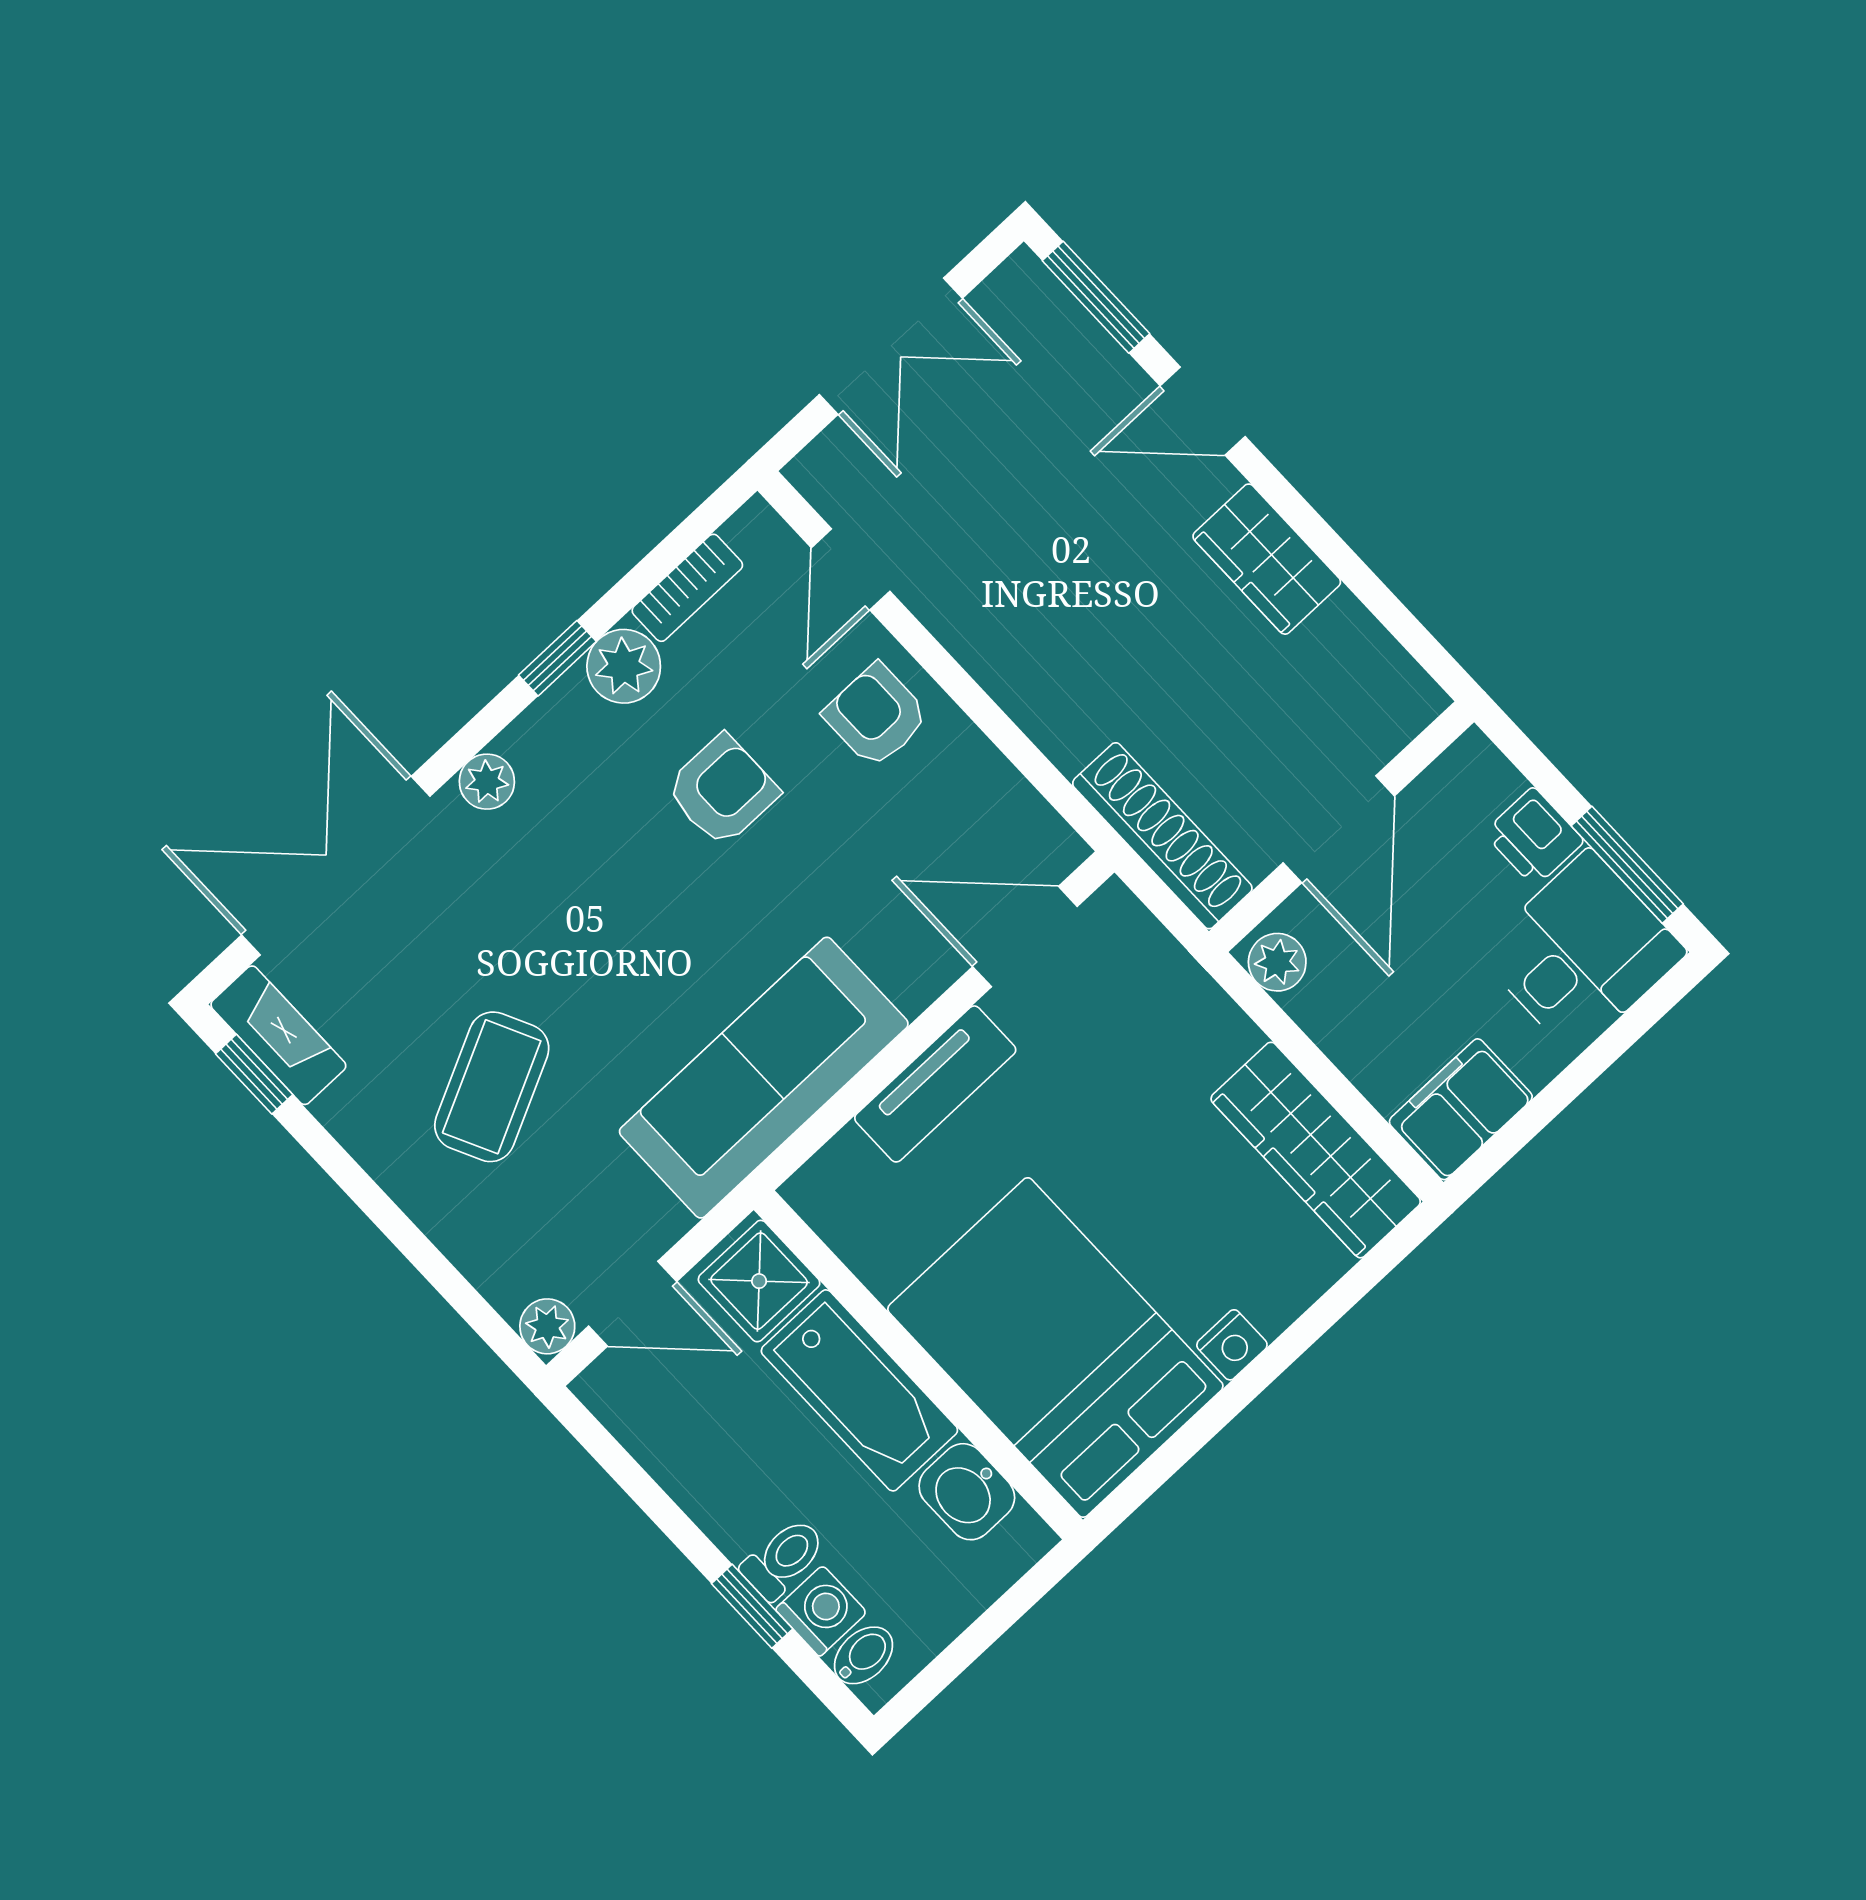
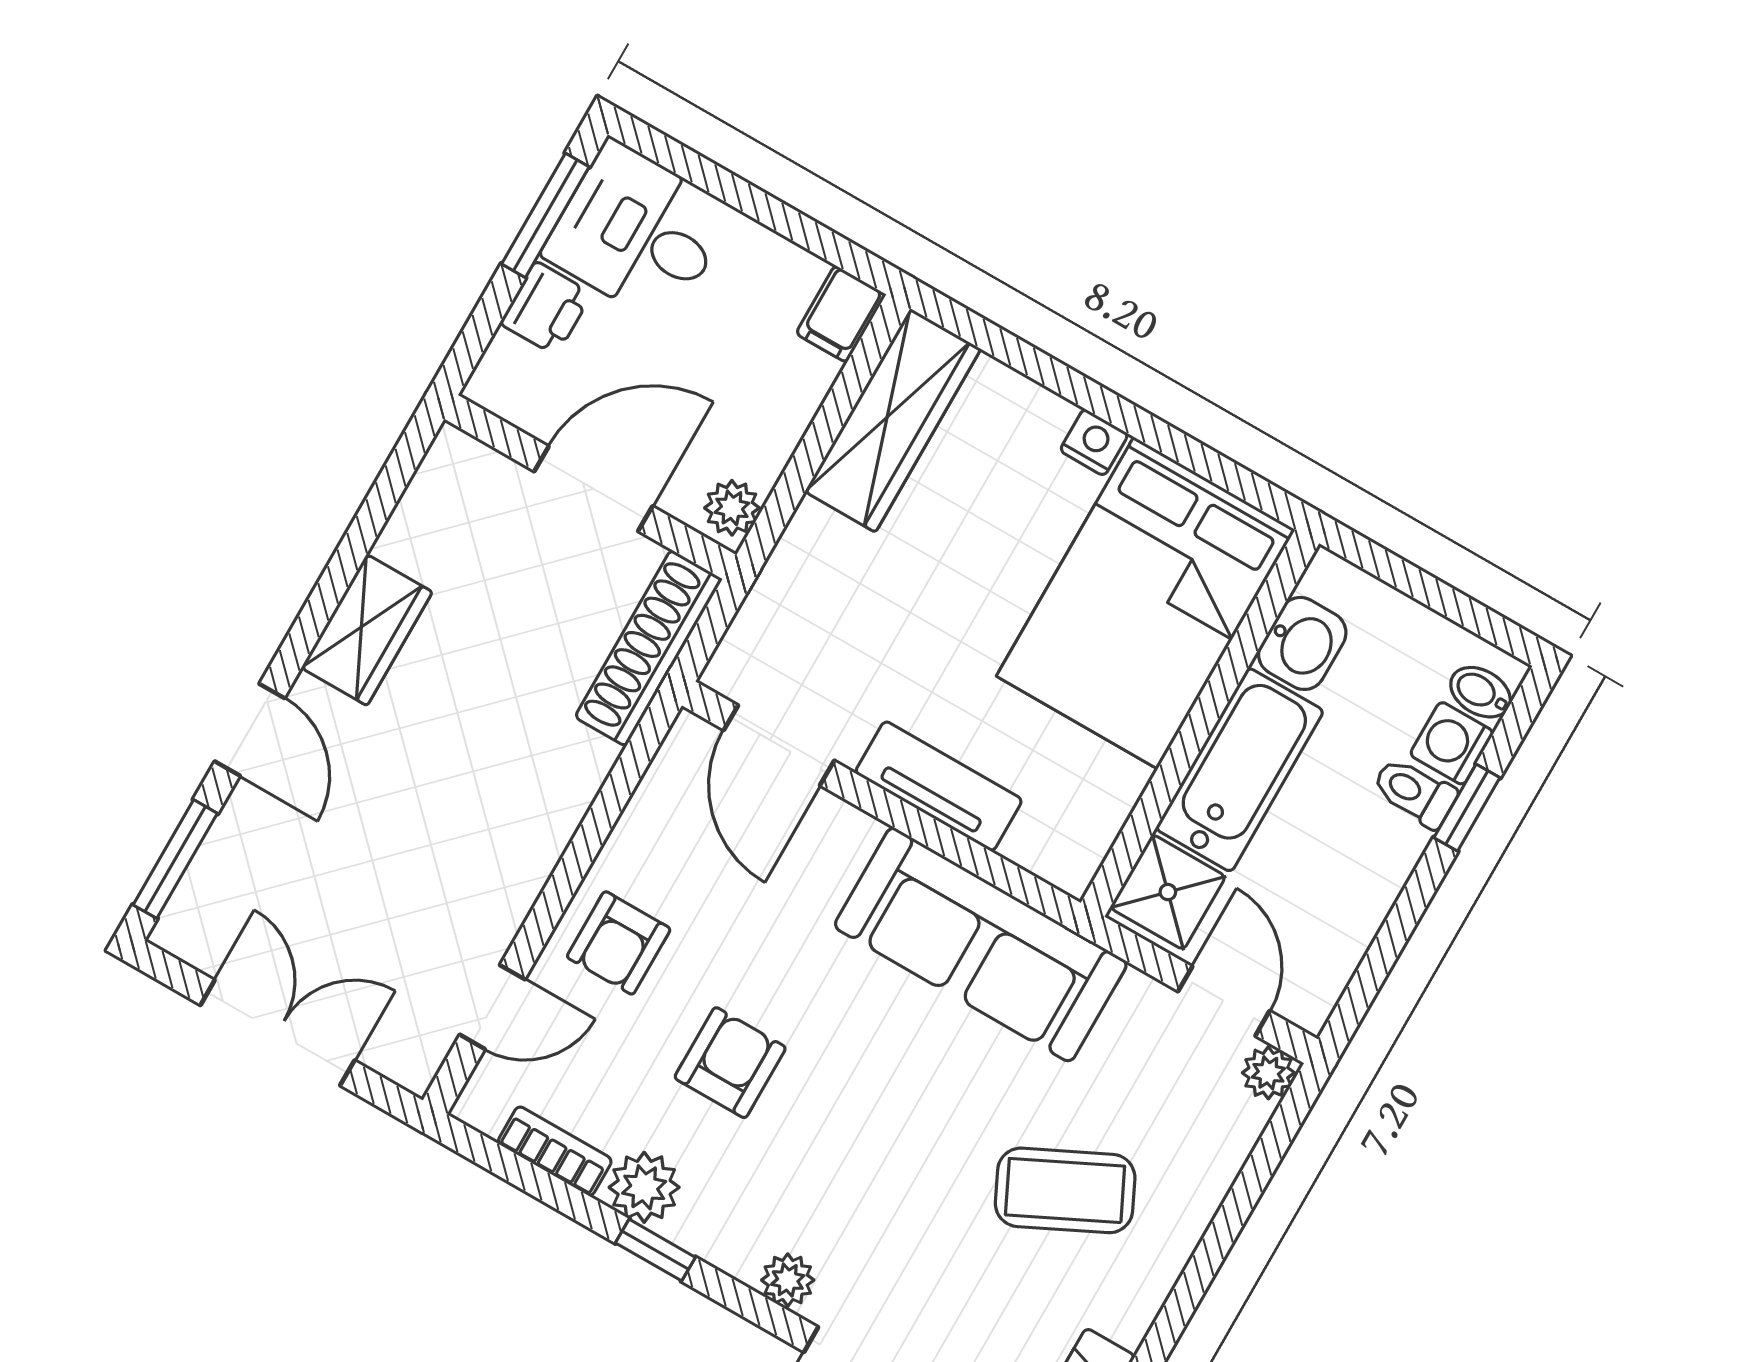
armchair: (722, 791) -> (730, 1063), turned 90
filing cabinet: (1461, 1109) -> (841, 314), width x0.50

